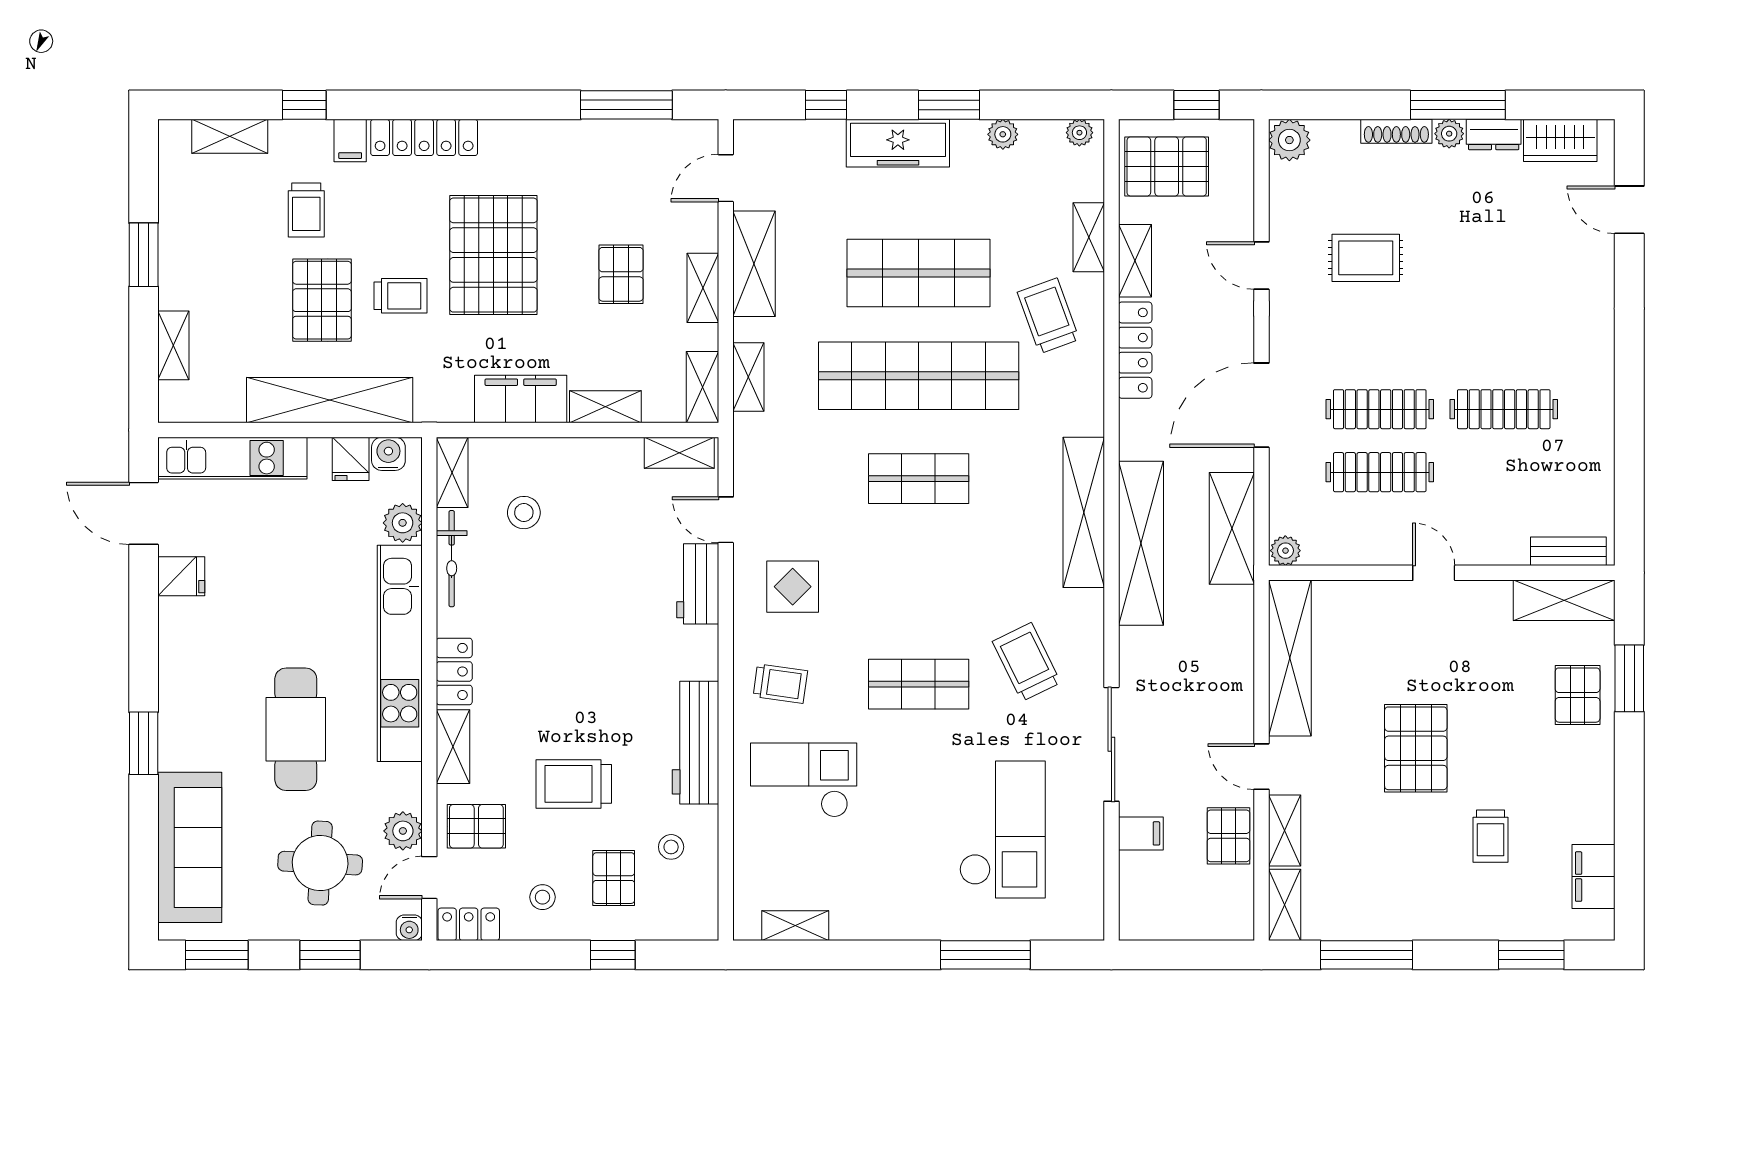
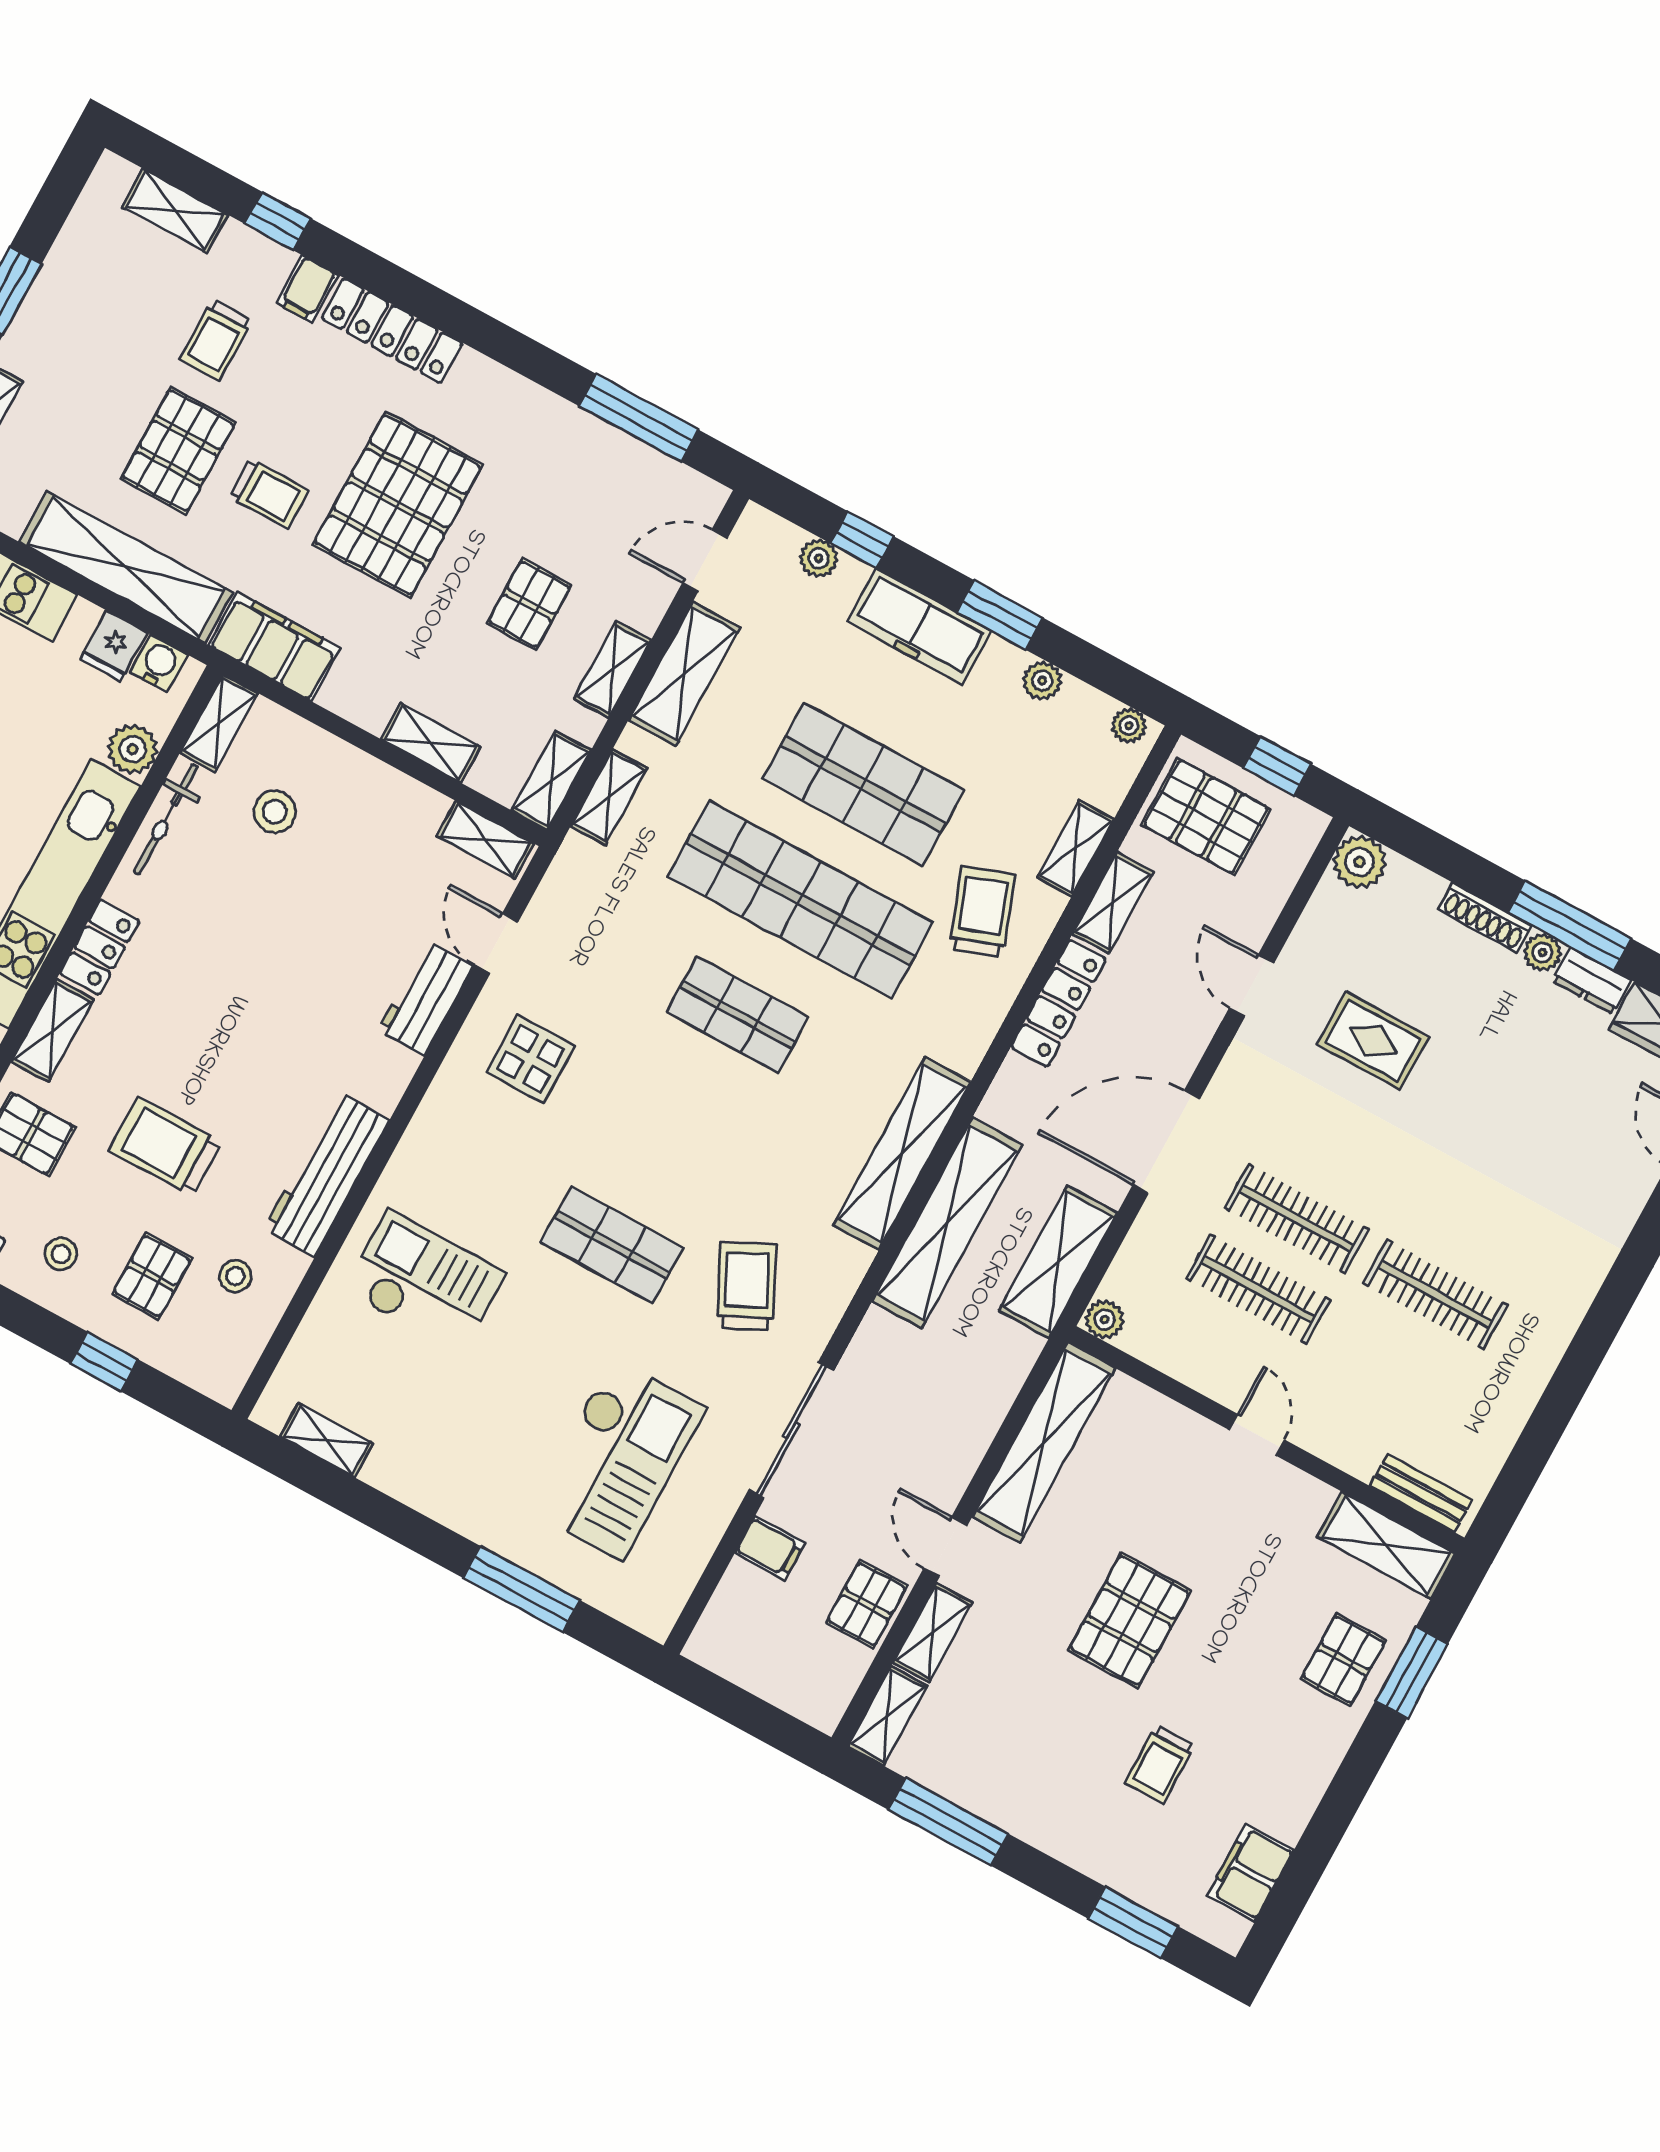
plant: (803, 134) -> (819, 558), added
filing cabinet: (521, 399) -> (274, 646), moved
trolley: (780, 684) -> (458, 1160), removed

